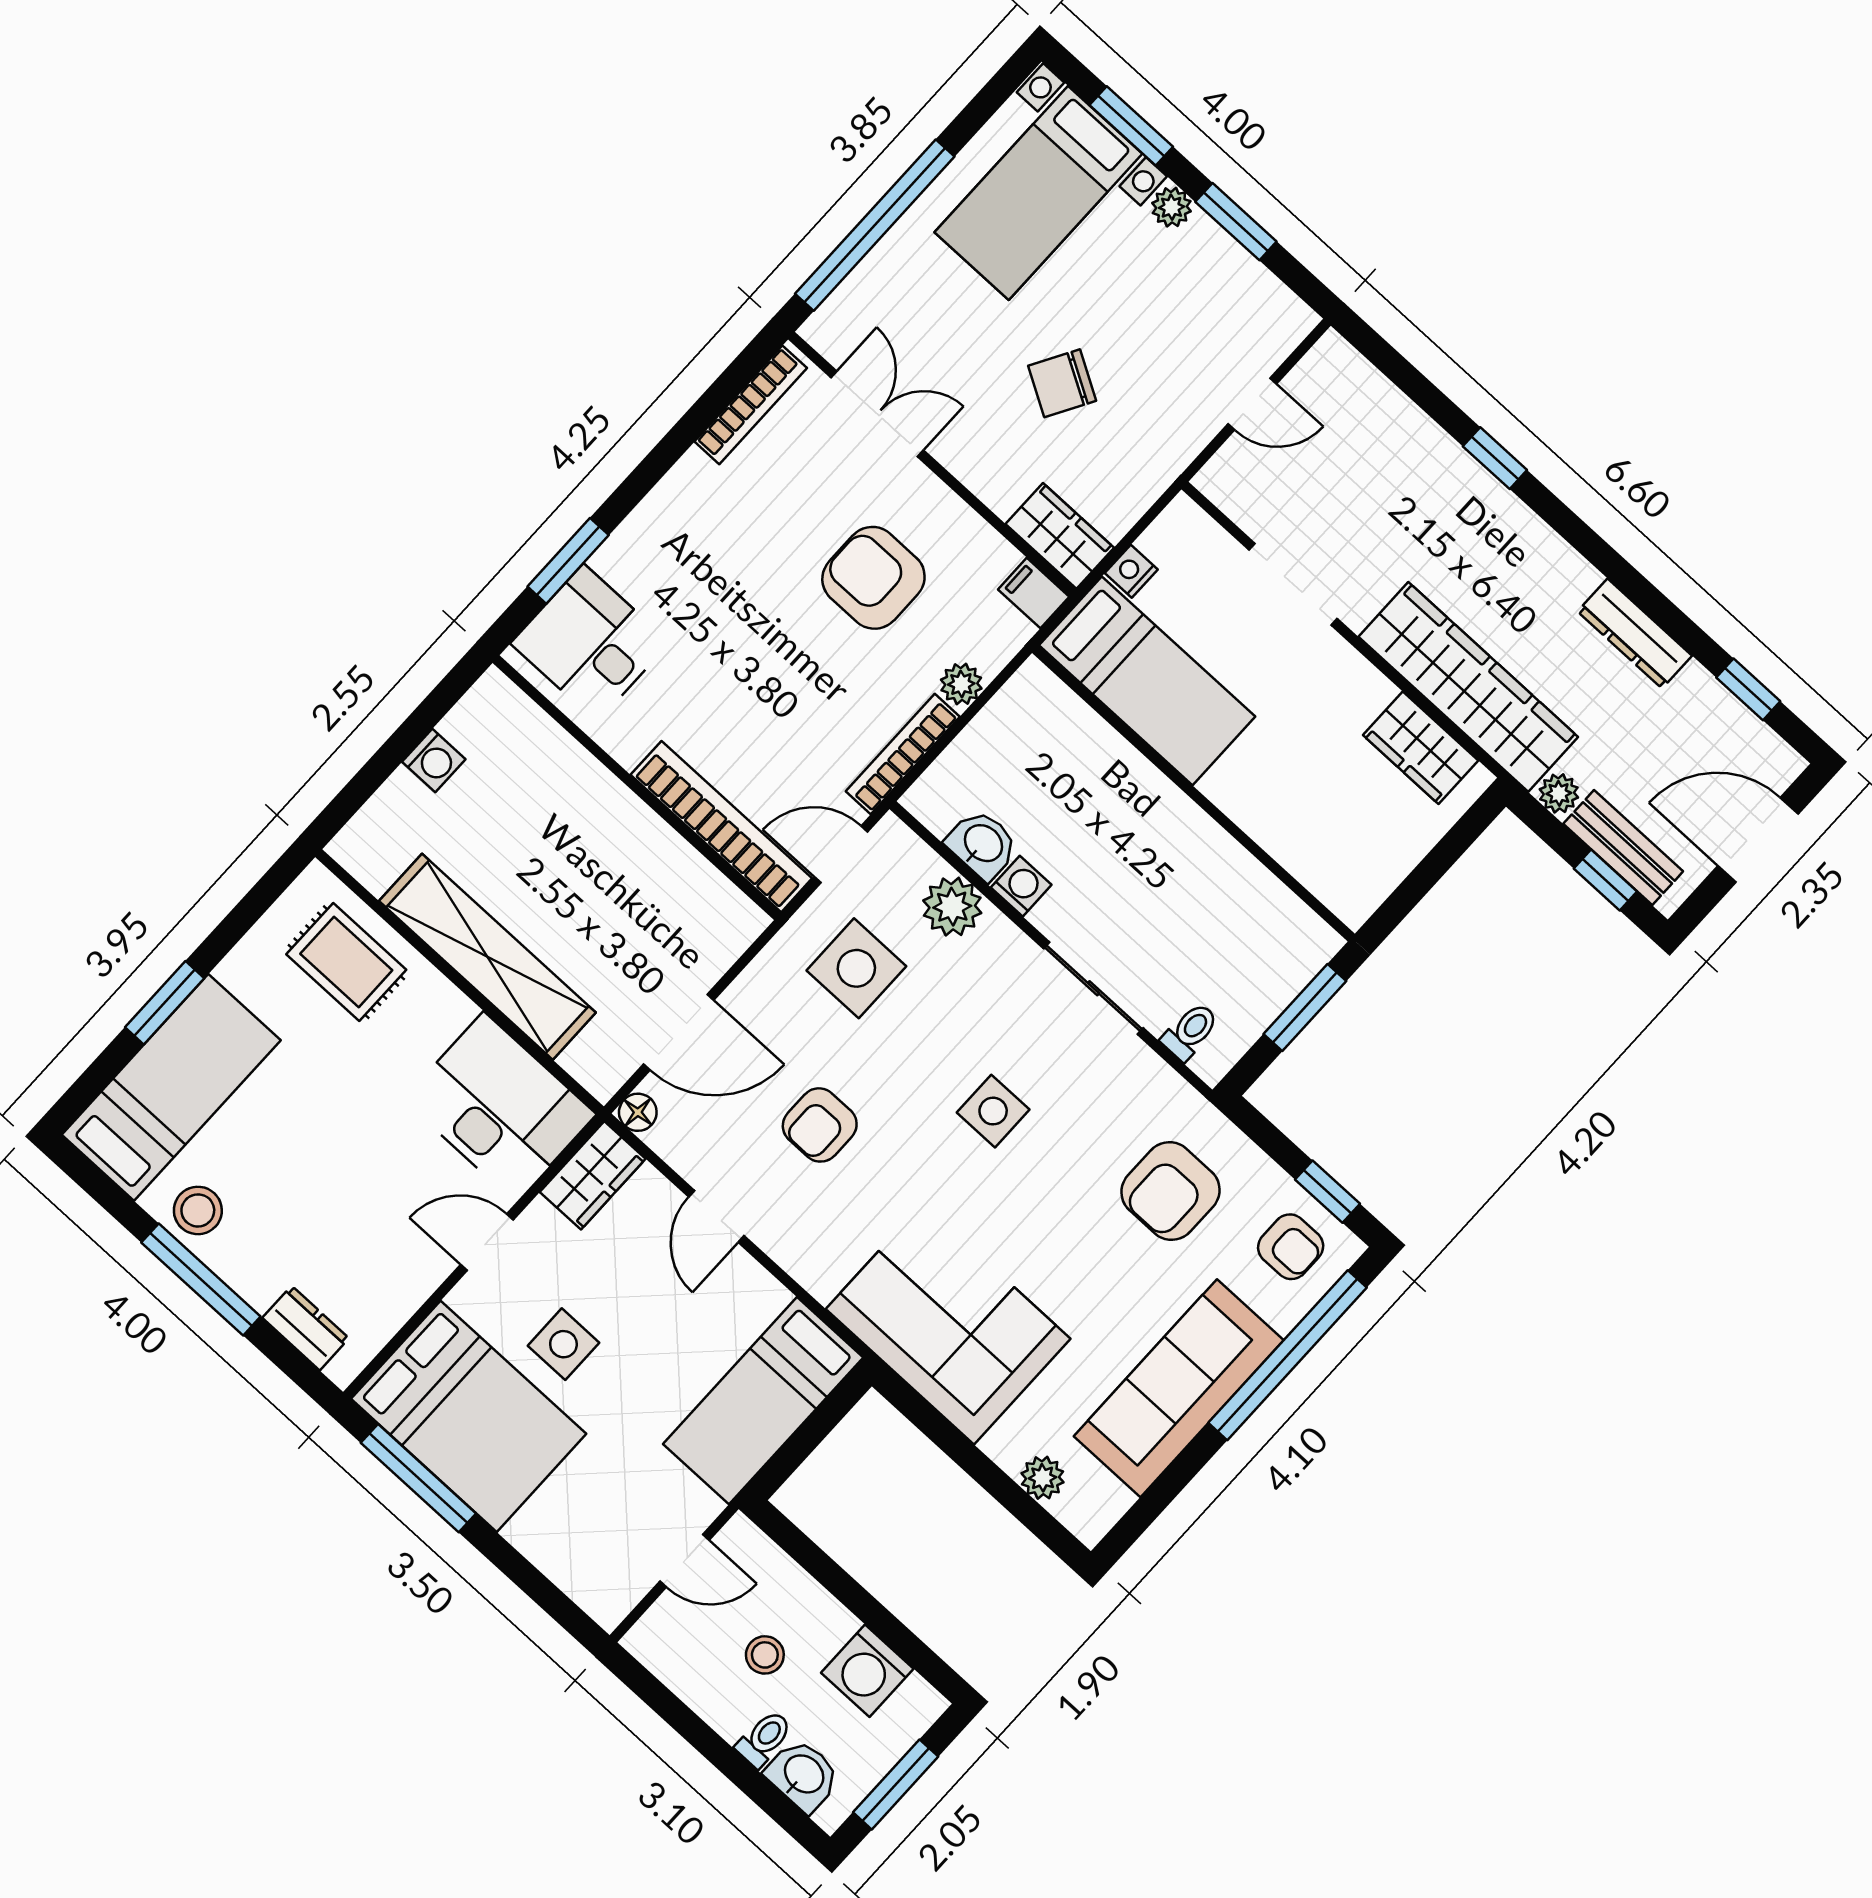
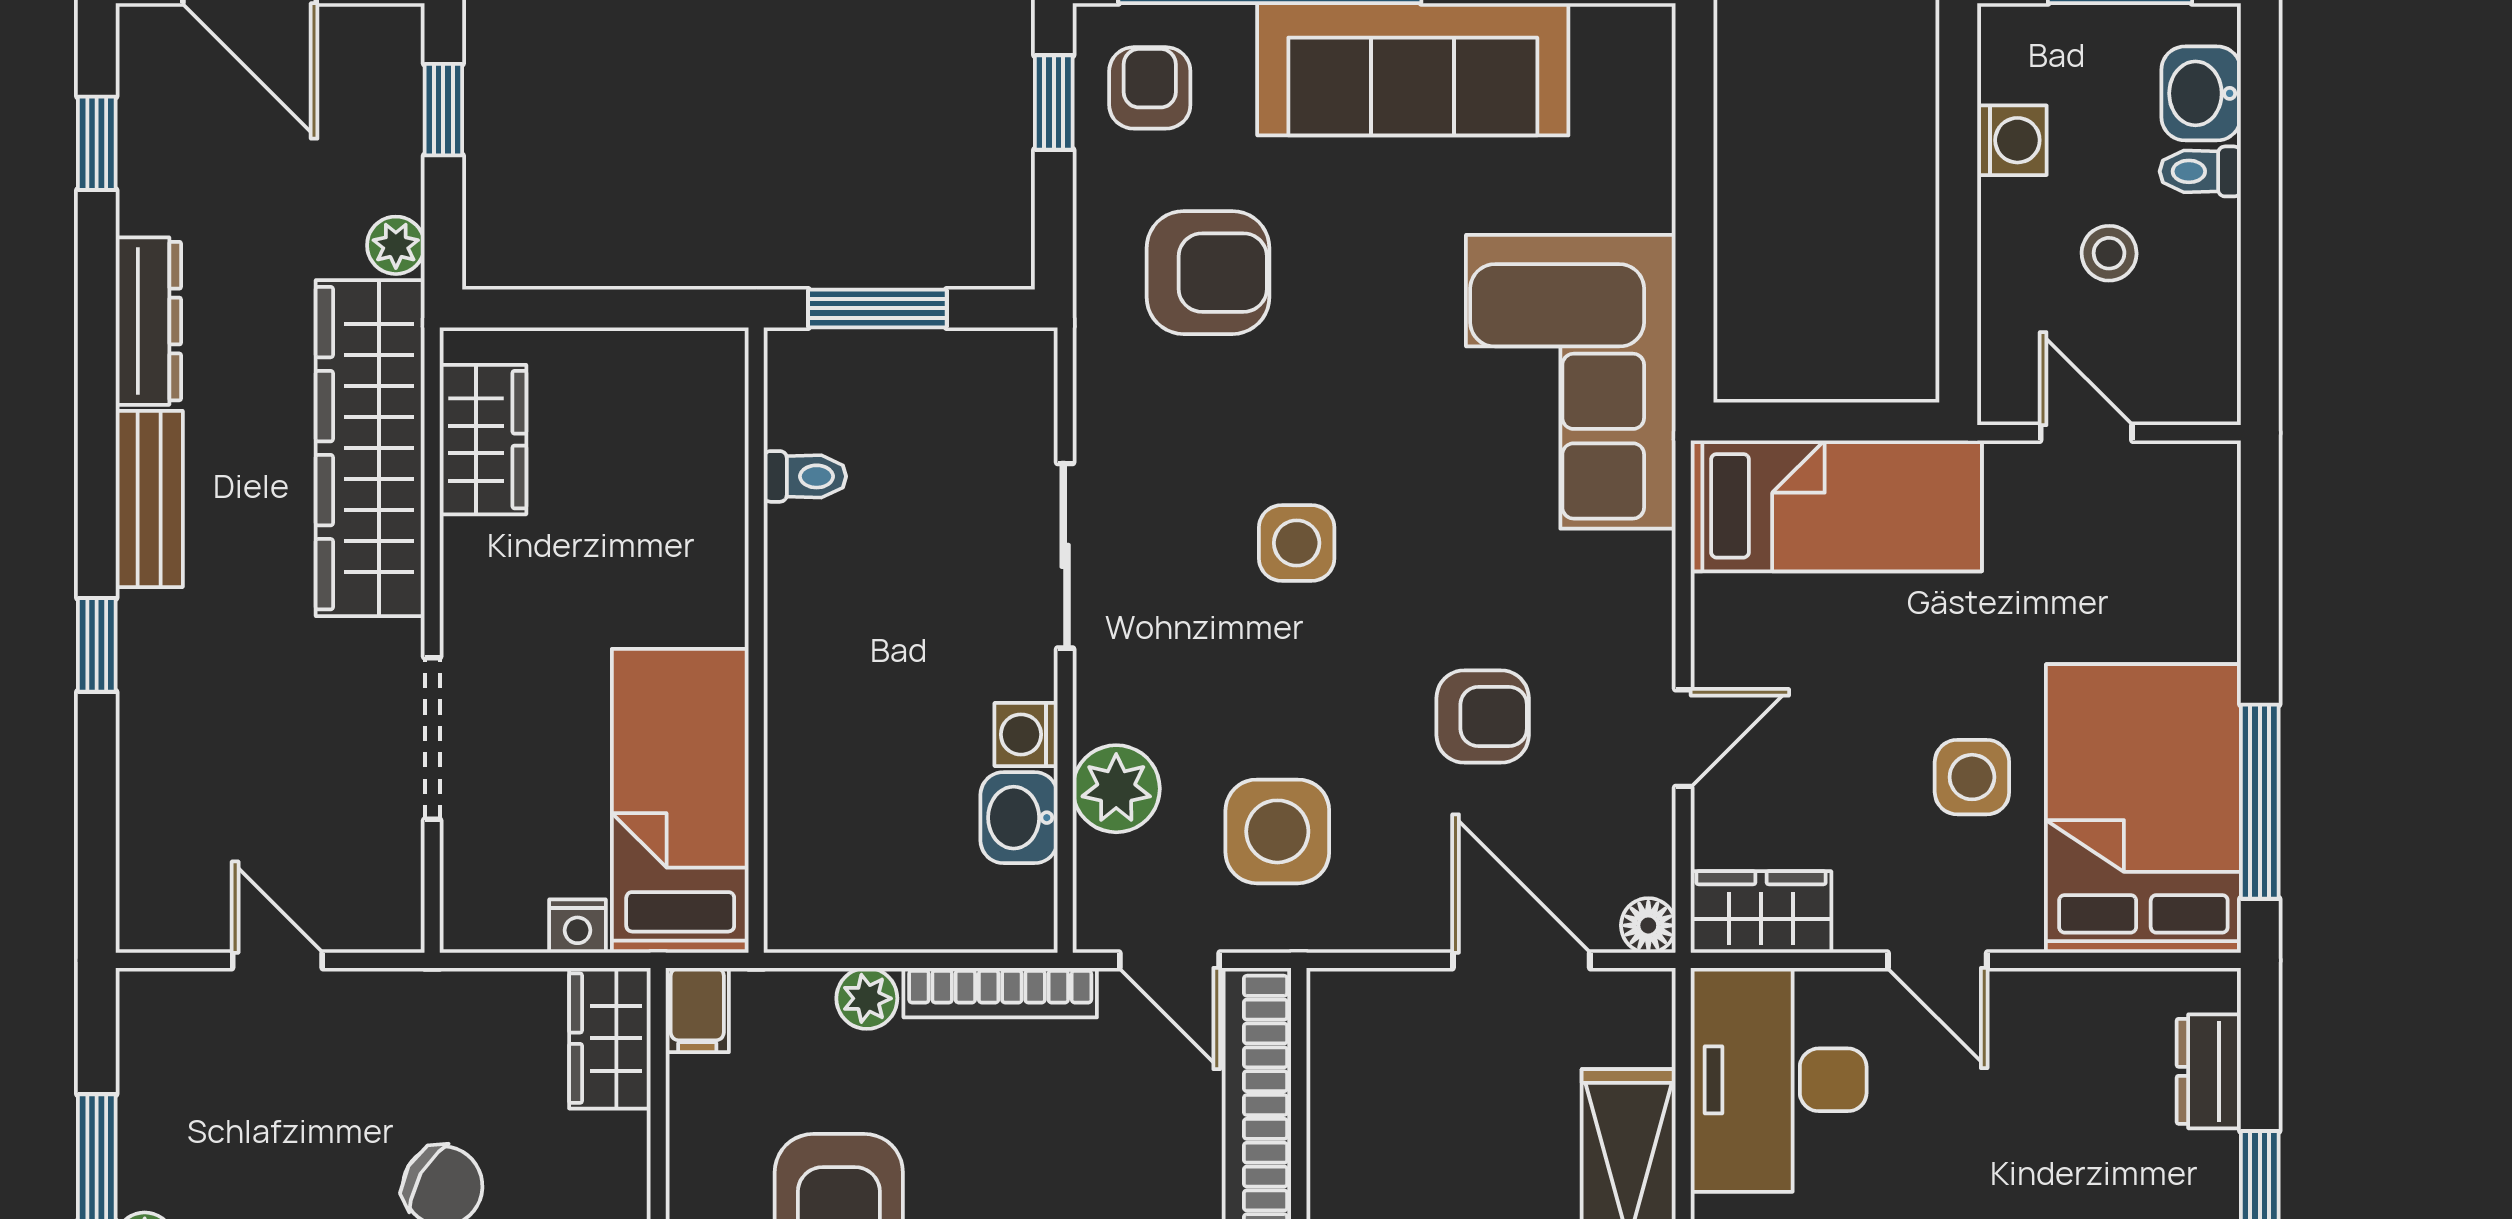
bench: (1623, 848) -> (149, 499), moved
toilet: (1190, 1031) -> (805, 476), moved, turned 180
plant: (1043, 1478) -> (1644, 128), removed
washing machine: (867, 1671) -> (2012, 140), width x0.73, depth x0.73

